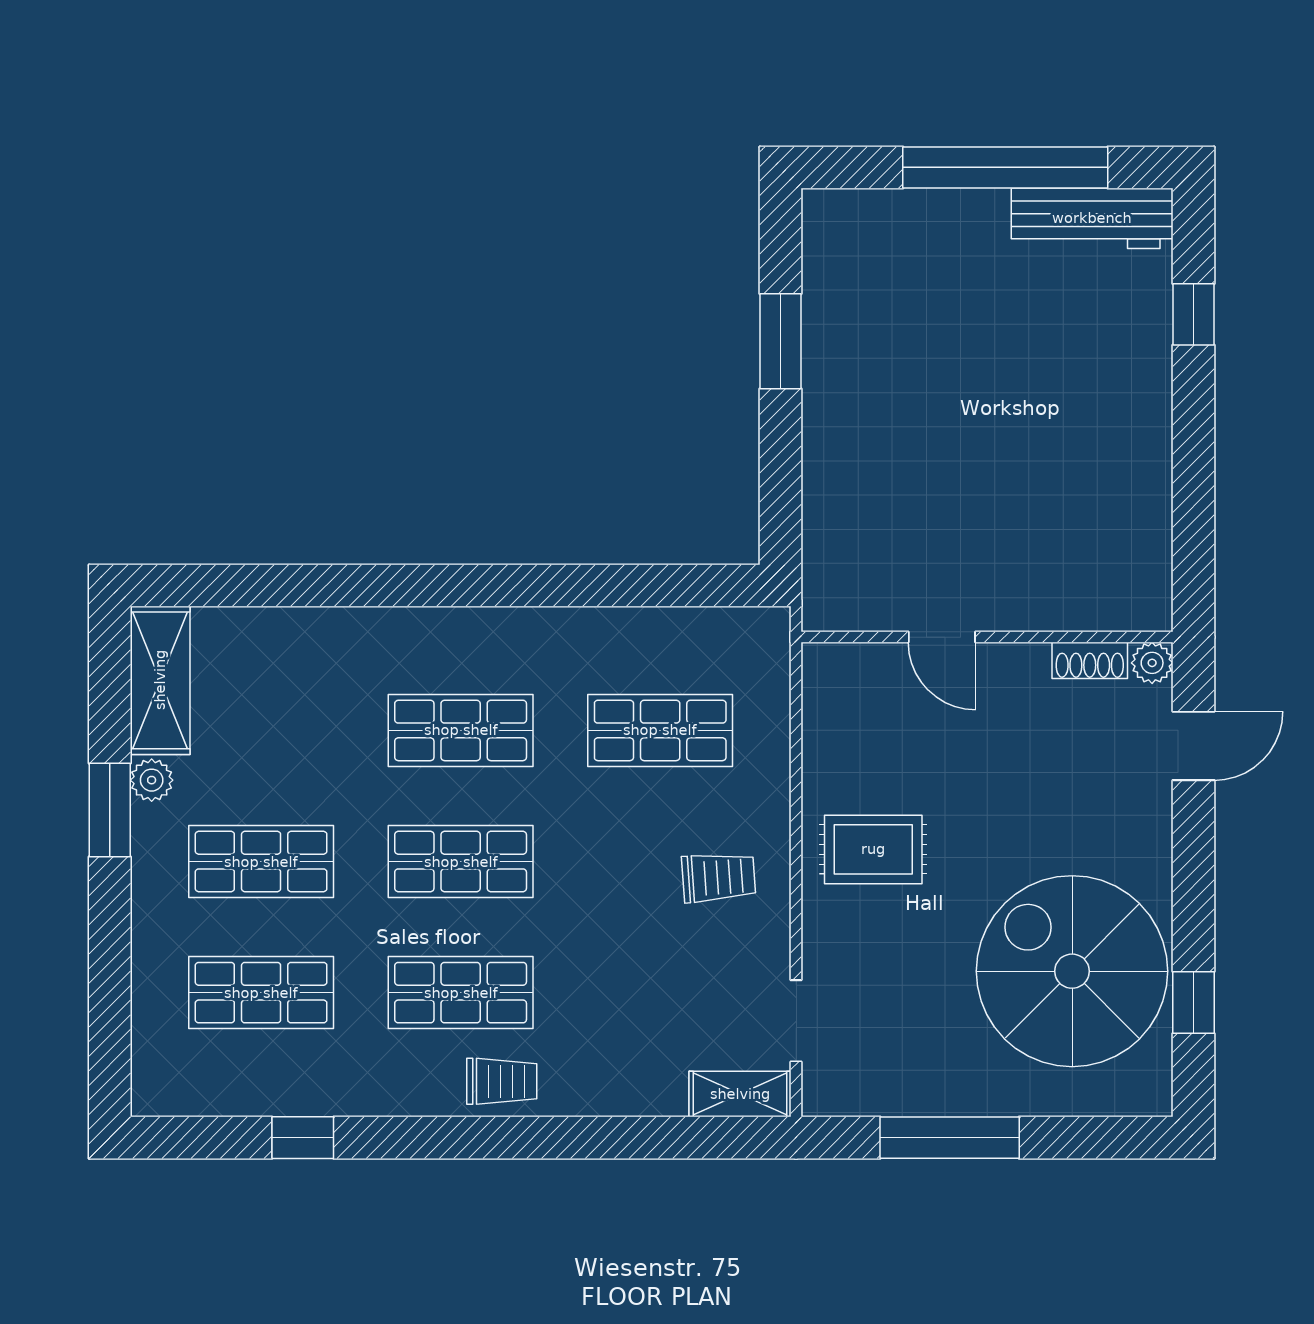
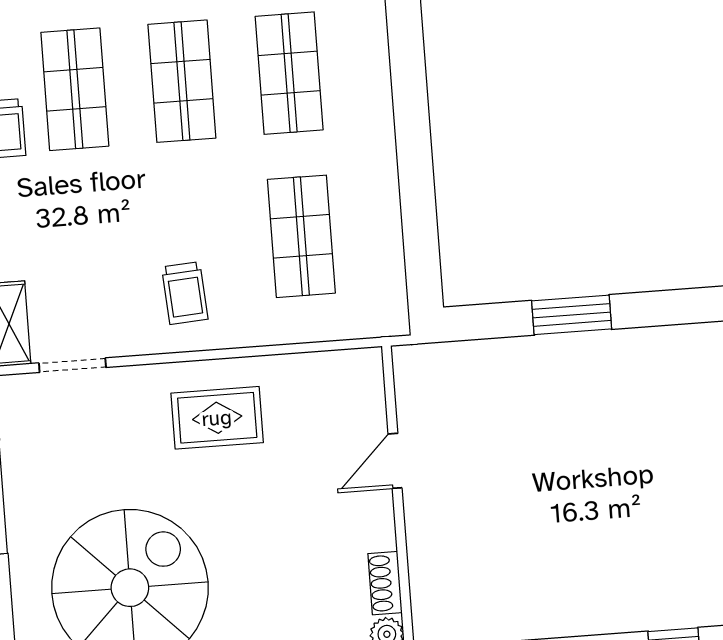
window: (781, 341) -> (572, 315), moved
rug: (873, 849) -> (217, 418), turned 90

